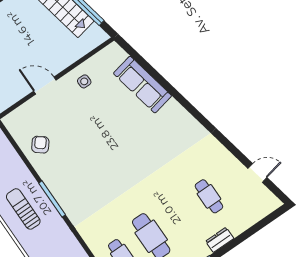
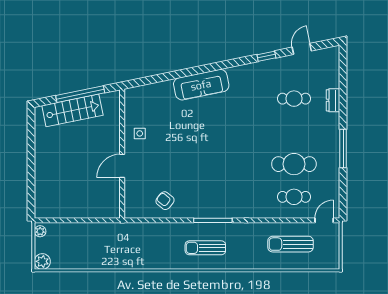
sofa: (142, 85) -> (201, 85), moved
window: (230, 146) -> (266, 56), added
dresser: (220, 240) -> (333, 100), moved

